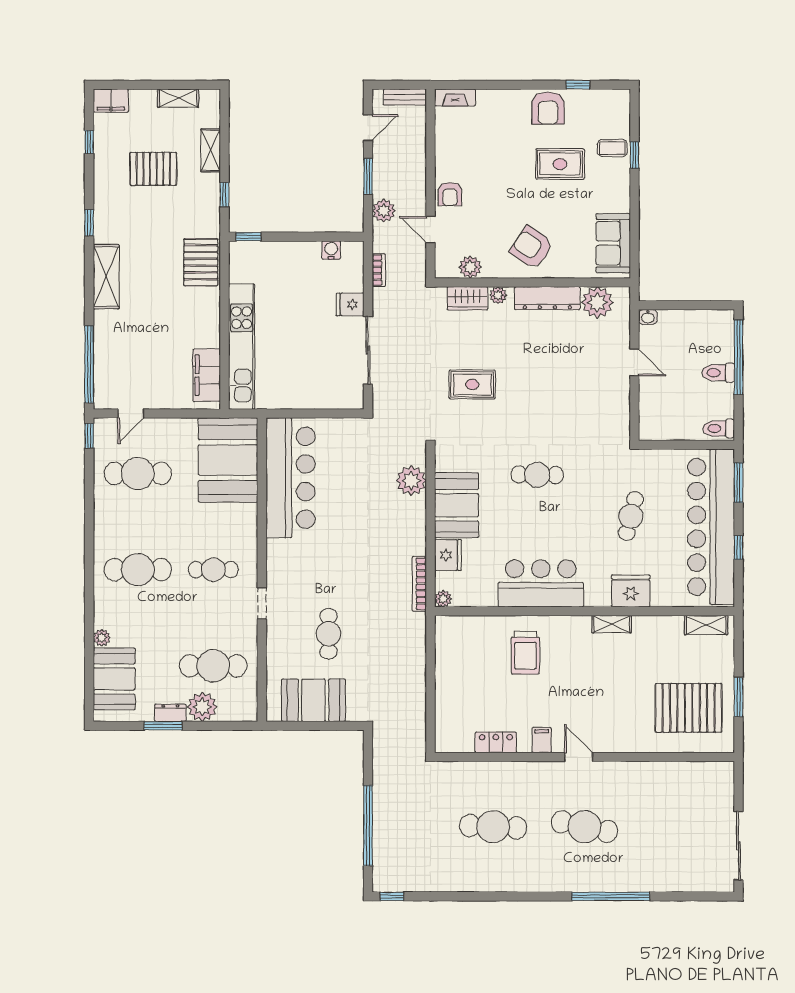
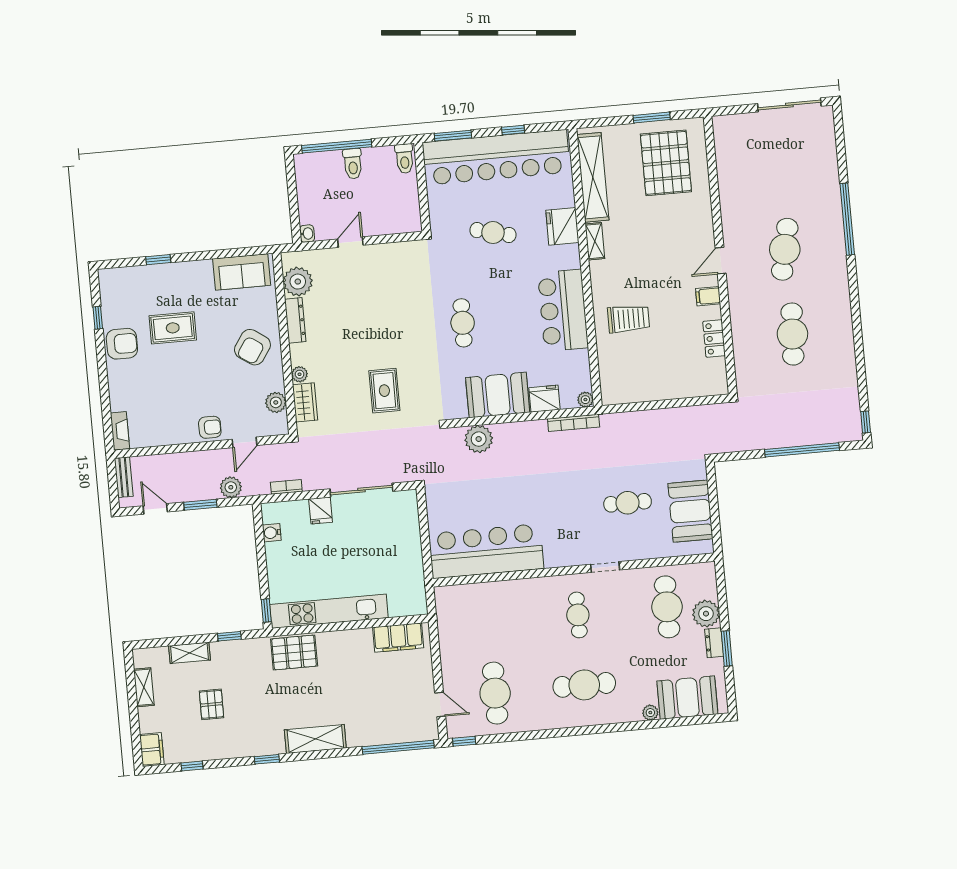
coffee table: (612, 148) -> (154, 281), removed
rug: (560, 164) -> (173, 328), turned 90
pallet: (153, 169) -> (211, 704), width x0.67, depth x0.71
dresser: (547, 298) -> (295, 320), width x0.73, depth x0.80
kitchen unit: (242, 347) -> (329, 611), moved
booth: (228, 460) -> (475, 611), removed
cafe table: (138, 570) -> (584, 685), turned 90
shelving: (706, 625) -> (593, 177), width x2.20, depth x1.33

